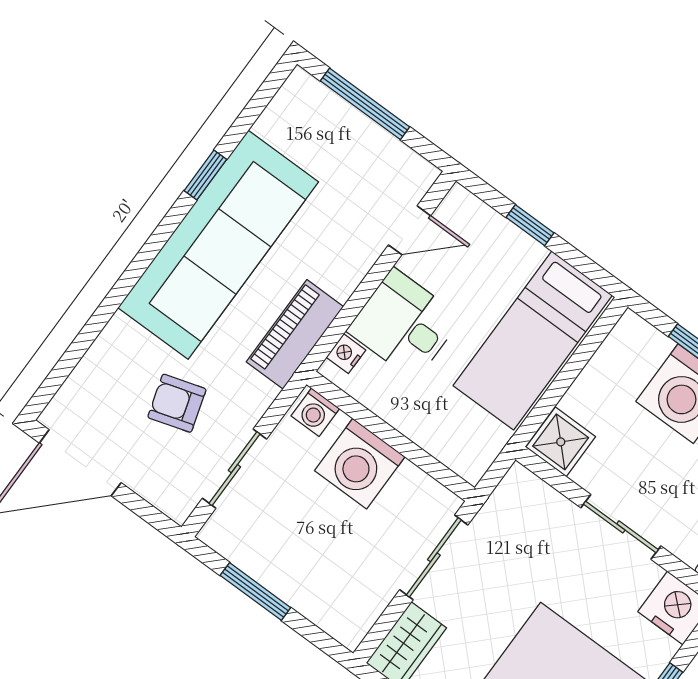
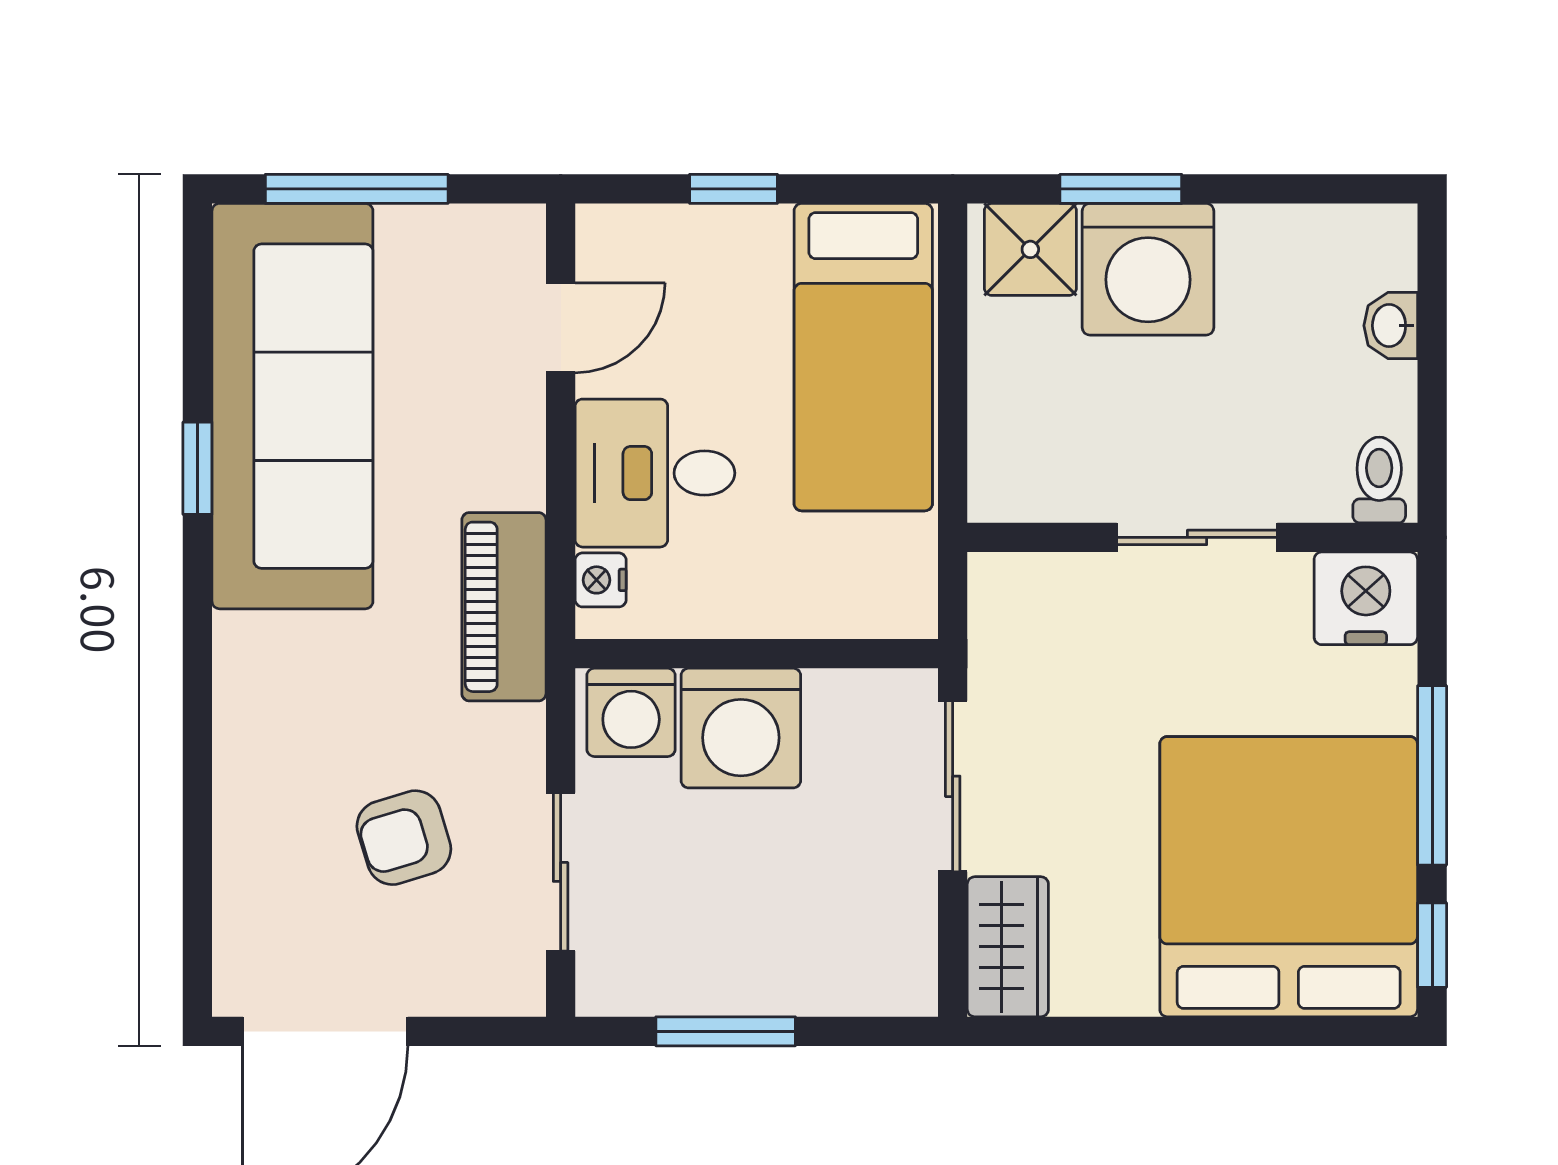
sofa: (218, 245) -> (292, 406), moved
washing machine: (315, 412) -> (631, 712), width x1.38, depth x1.38
shower: (561, 442) -> (1030, 249), moved

